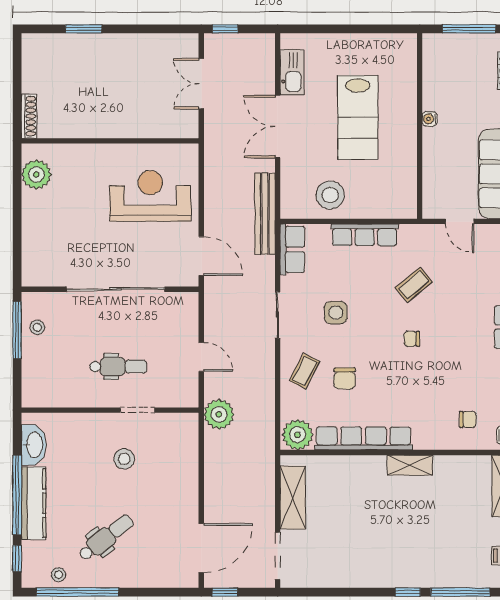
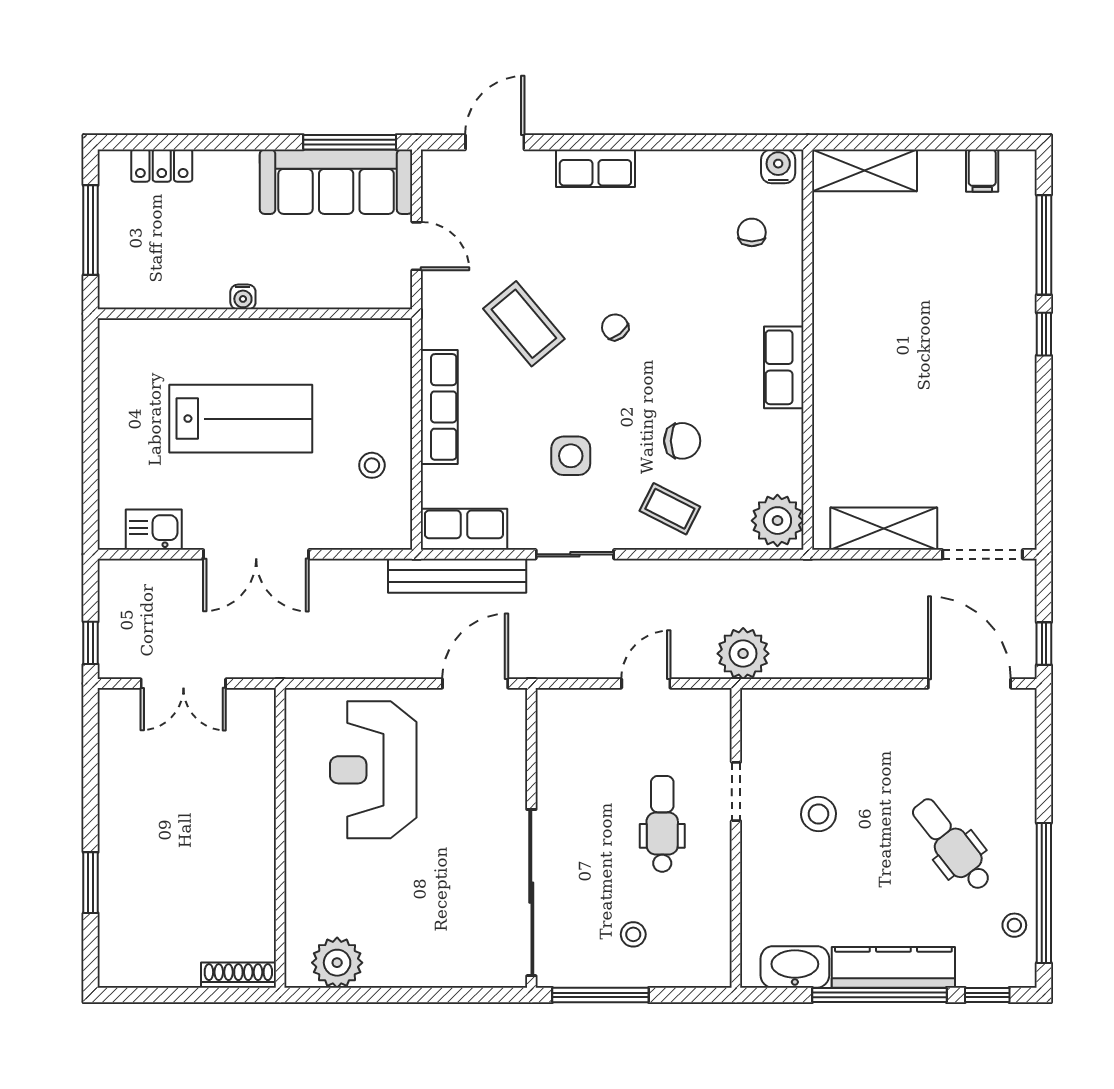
kitchen sink: (292, 72) -> (154, 530), width x0.73
stool: (330, 195) -> (372, 465), width x0.53, depth x0.53
bench: (265, 214) -> (457, 576), moved
door: (460, 221) -> (416, 246), hinge flipped
coffee table: (414, 285) -> (524, 324), width x1.36, depth x1.30
sliding door: (115, 289) -> (531, 893), moved
stool: (37, 327) -> (633, 934), moved
chair: (412, 339) -> (615, 327), turned 142
row of seats: (363, 438) -> (784, 367), width x0.50
shelving: (410, 465) -> (829, 331), removed

